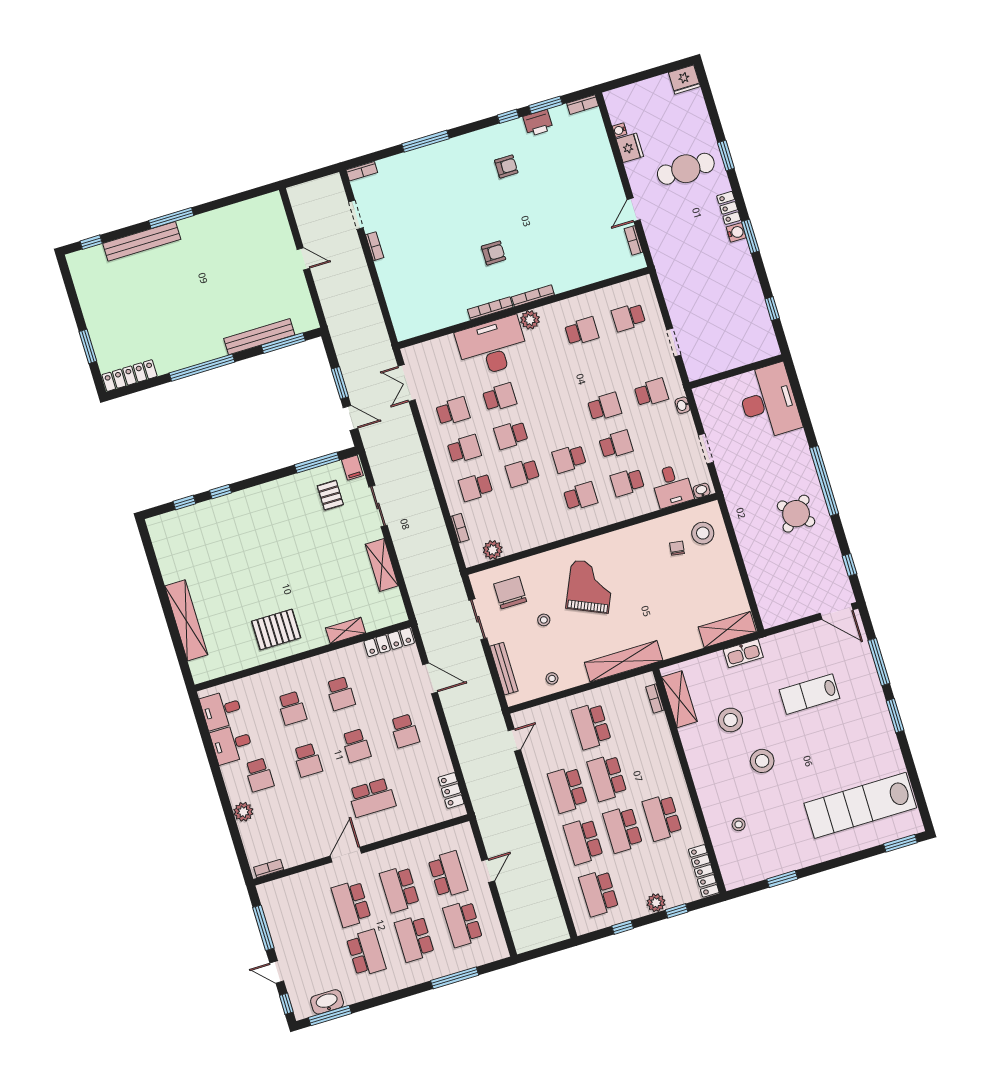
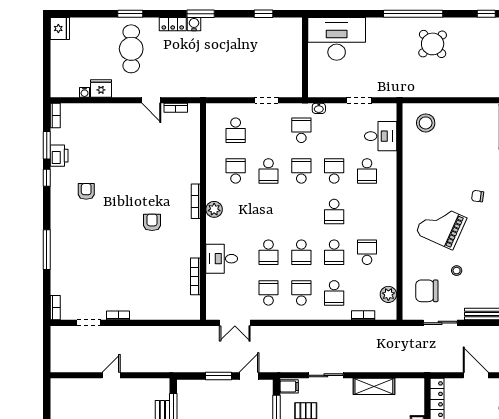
bookcase: (490, 308) -> (195, 276), moved
desk: (492, 347) -> (222, 259), width x0.53, depth x0.77
school desk: (593, 369) -> (268, 171), added
school desk: (500, 397) -> (268, 252), turned 180
washbasin: (702, 490) -> (391, 114), removed
school desk: (581, 496) -> (367, 252), moved
chair: (677, 548) -> (478, 196), moved
door: (430, 678) -> (476, 375), hinge flipped

